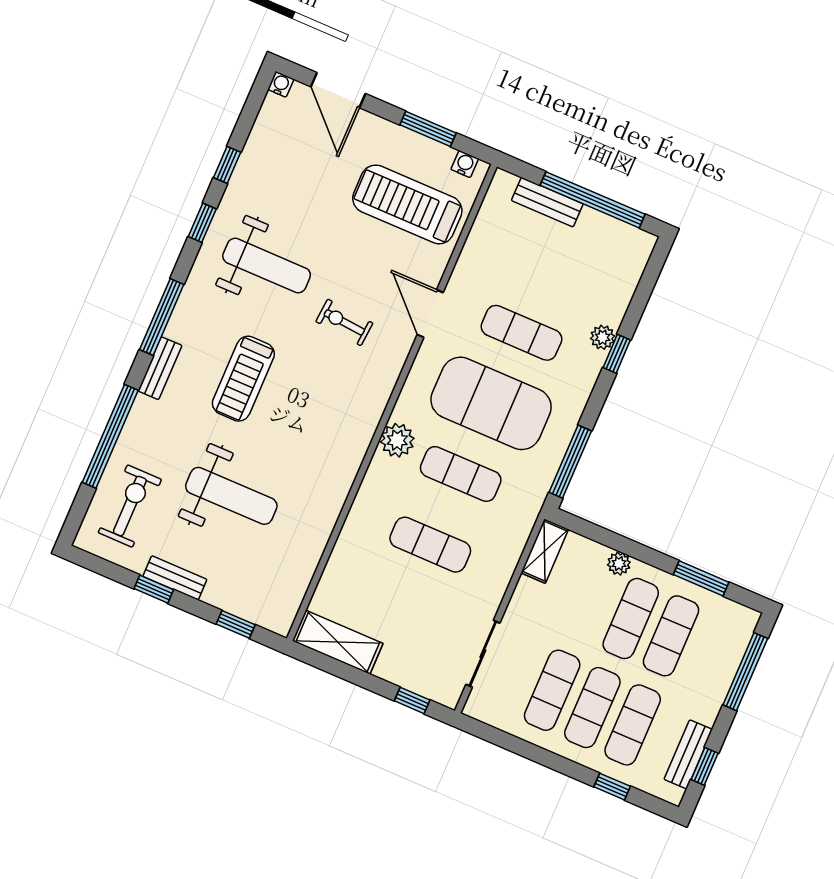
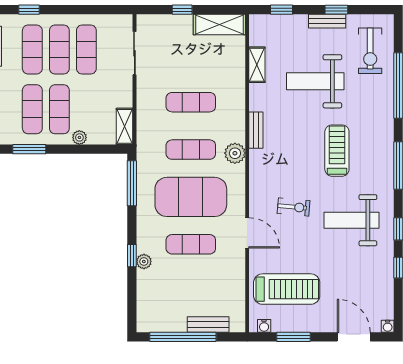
bench: (160, 368) -> (256, 130), moved
shelving: (308, 558) -> (257, 65), added
window: (412, 700) -> (182, 10), moved

